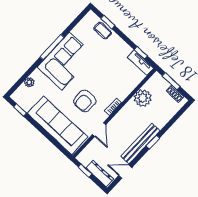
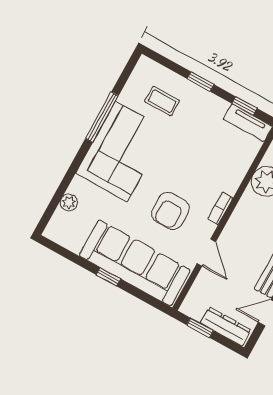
window: (108, 22) -> (201, 82), moved
coffee table: (103, 31) -> (162, 101), moved
window: (52, 47) -> (102, 117), moved
window: (20, 110) -> (108, 277), moved

